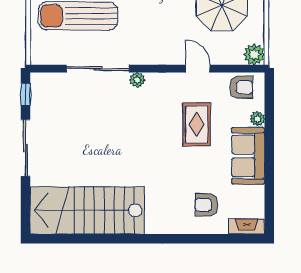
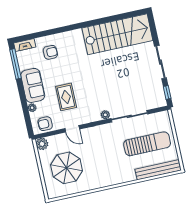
window: (269, 198) -> (15, 64), added

